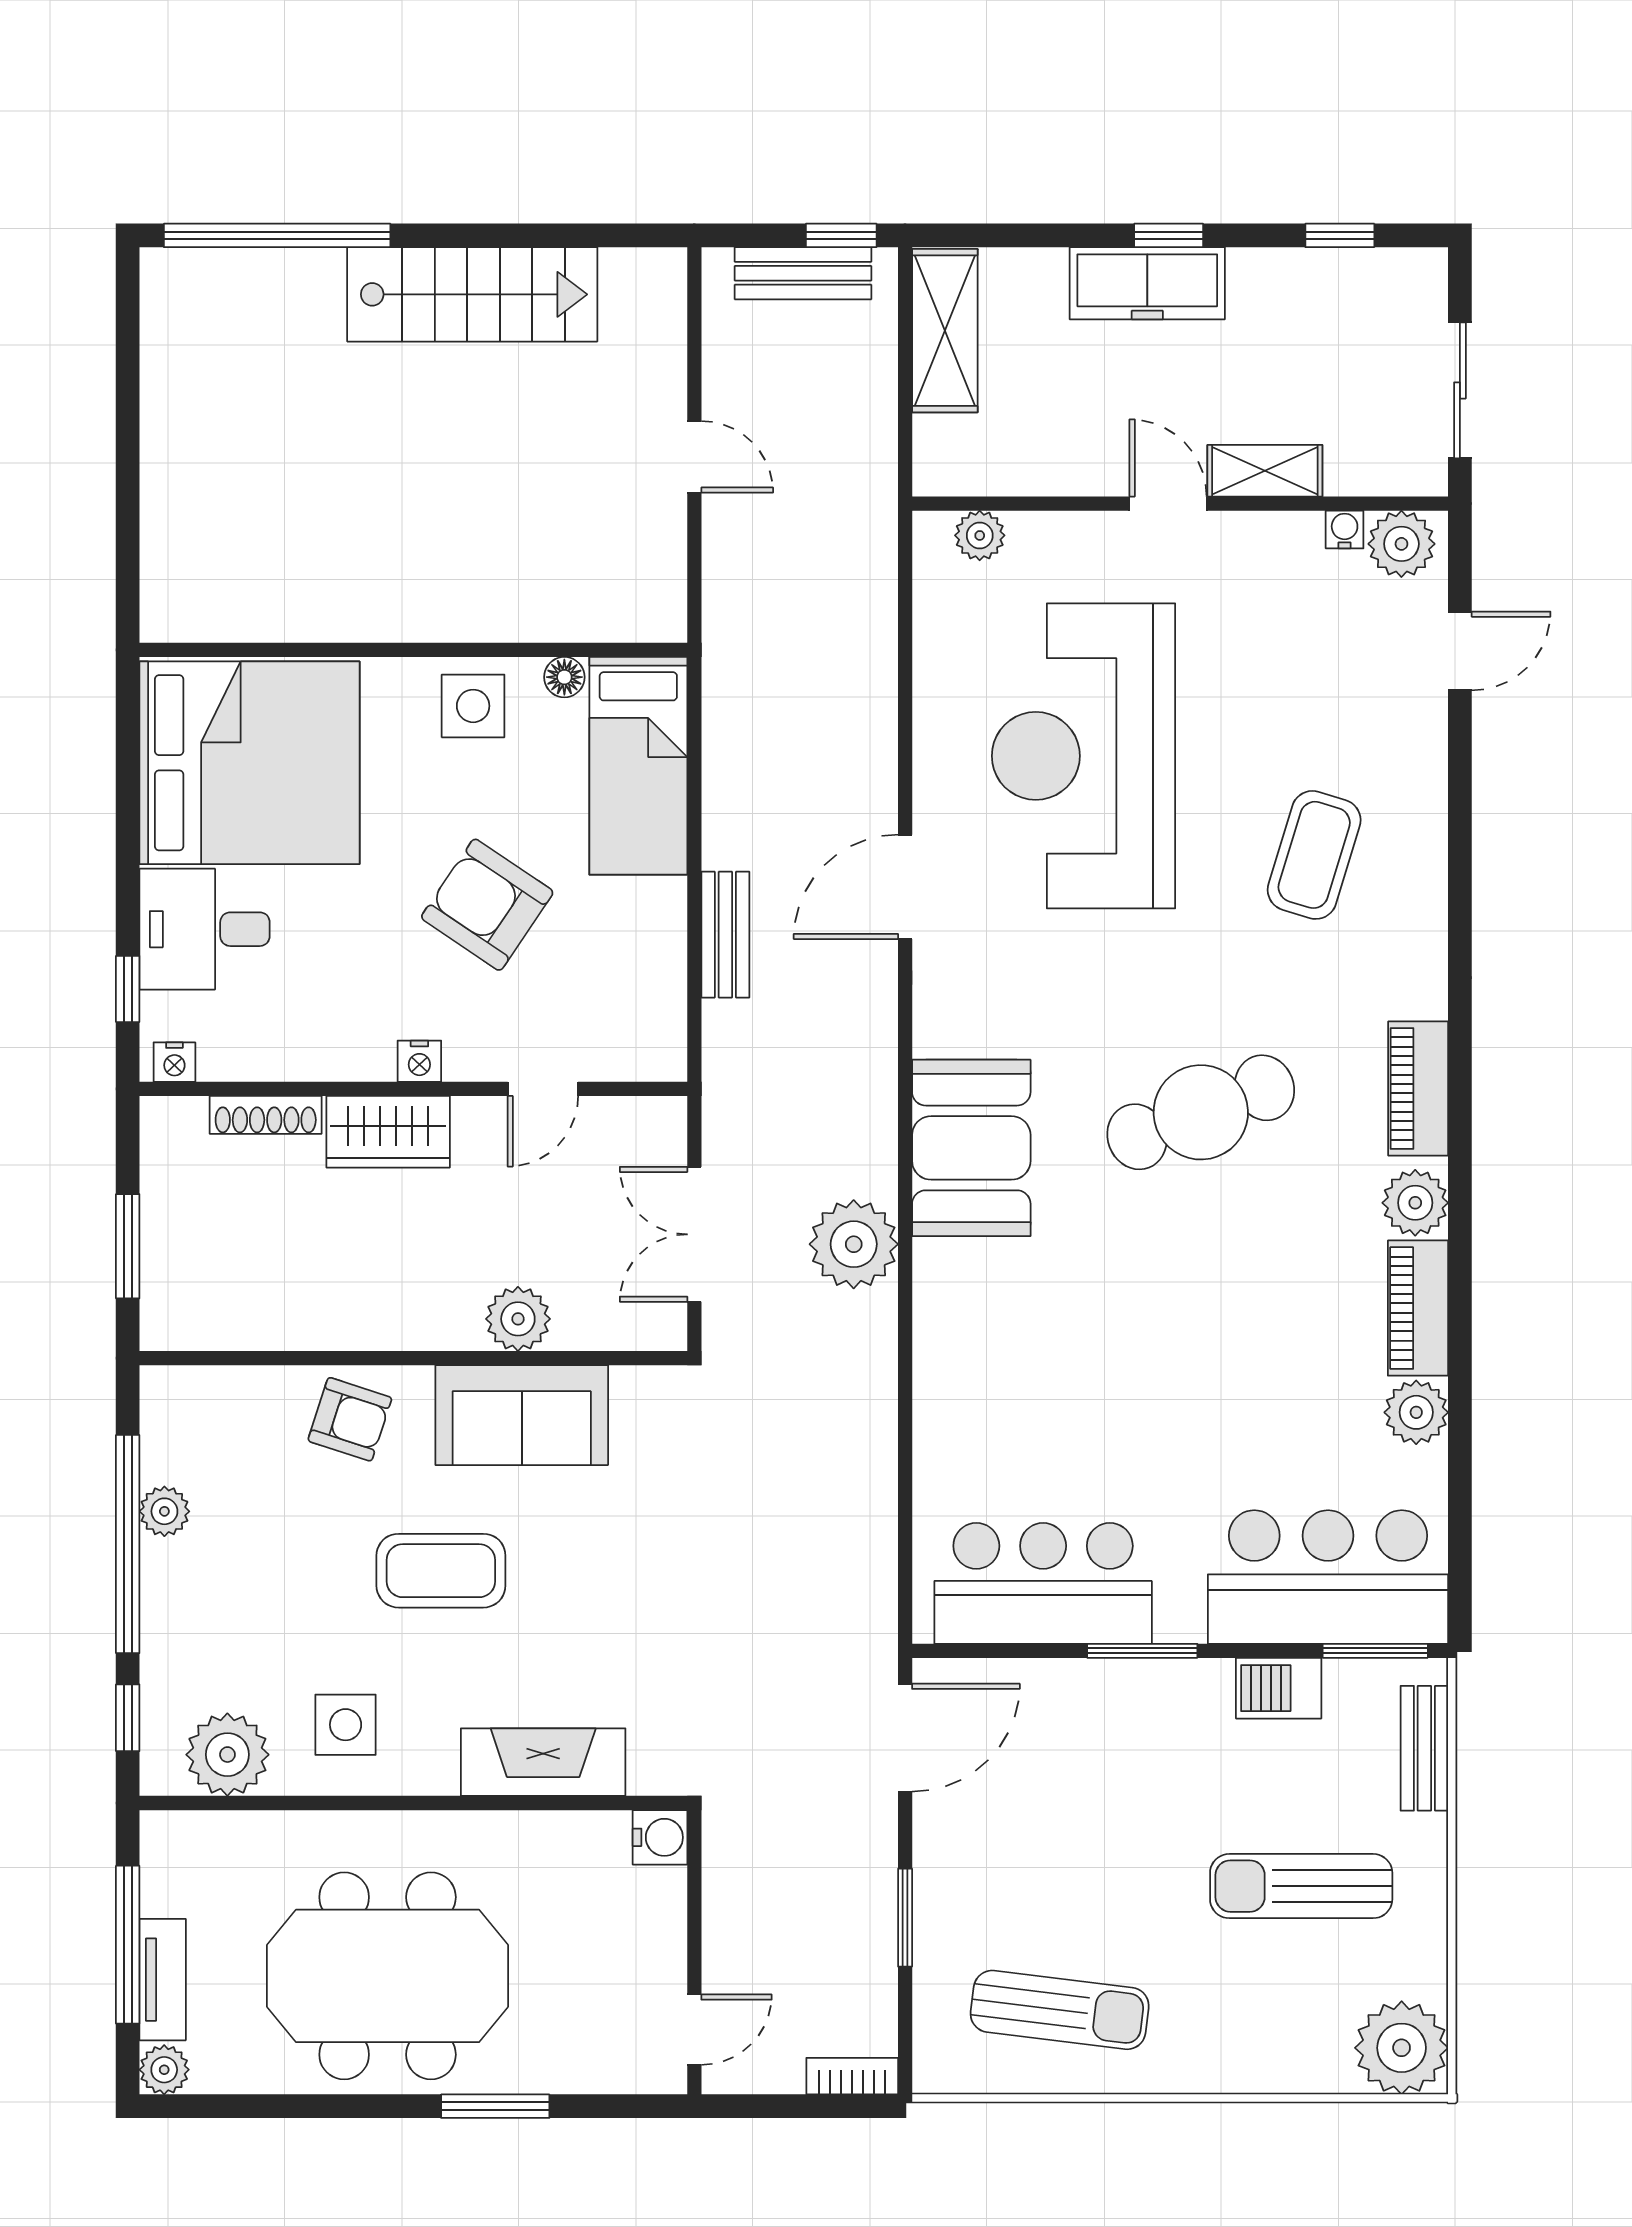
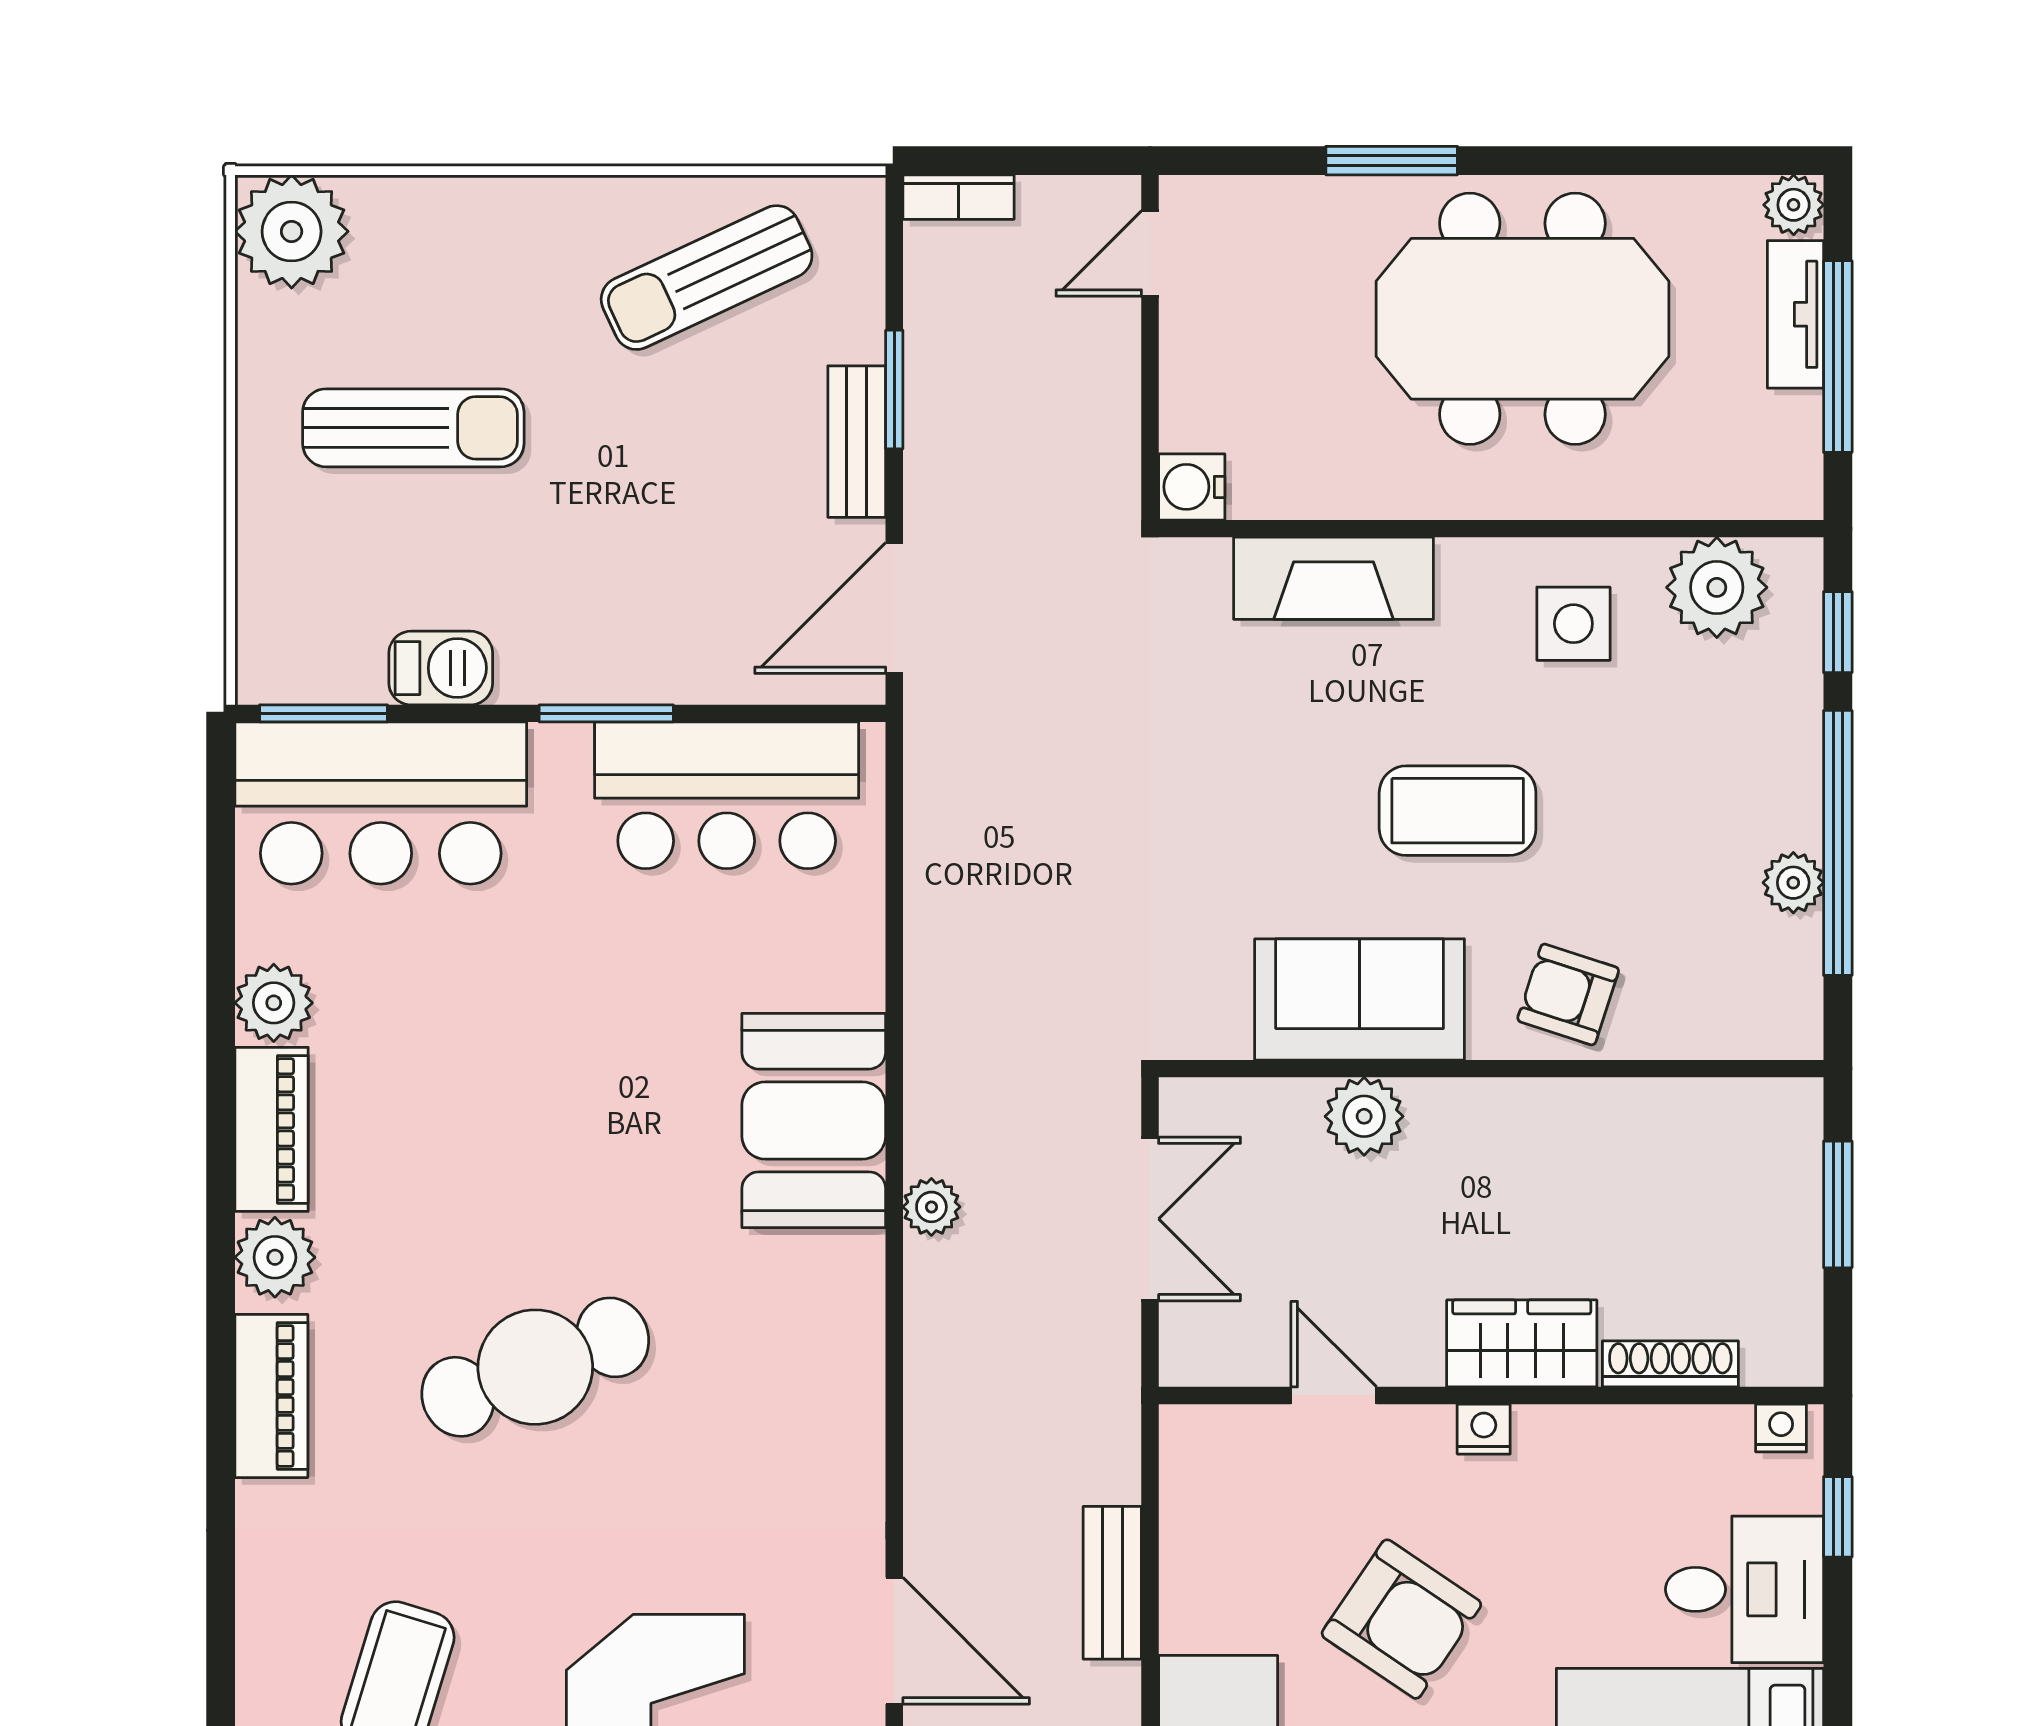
door: (905, 887) -> (894, 1641), hinge flipped
door: (543, 1089) -> (1334, 1395), hinge flipped
booth: (971, 1148) -> (814, 1120), moved
plant: (854, 1244) -> (931, 1207), width x0.53, depth x0.53
bench: (1424, 1748) -> (857, 442), moved
sun lounger: (1060, 2010) -> (707, 278), turned -32

